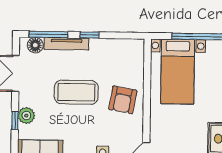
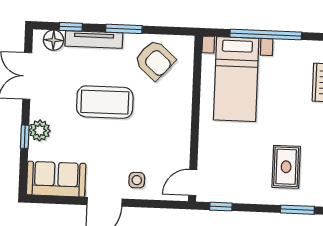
window: (48, 34) -> (71, 27), width x0.46
window: (90, 35) -> (124, 29), width x1.50
armchair: (123, 100) -> (155, 60), moved, turned -58

